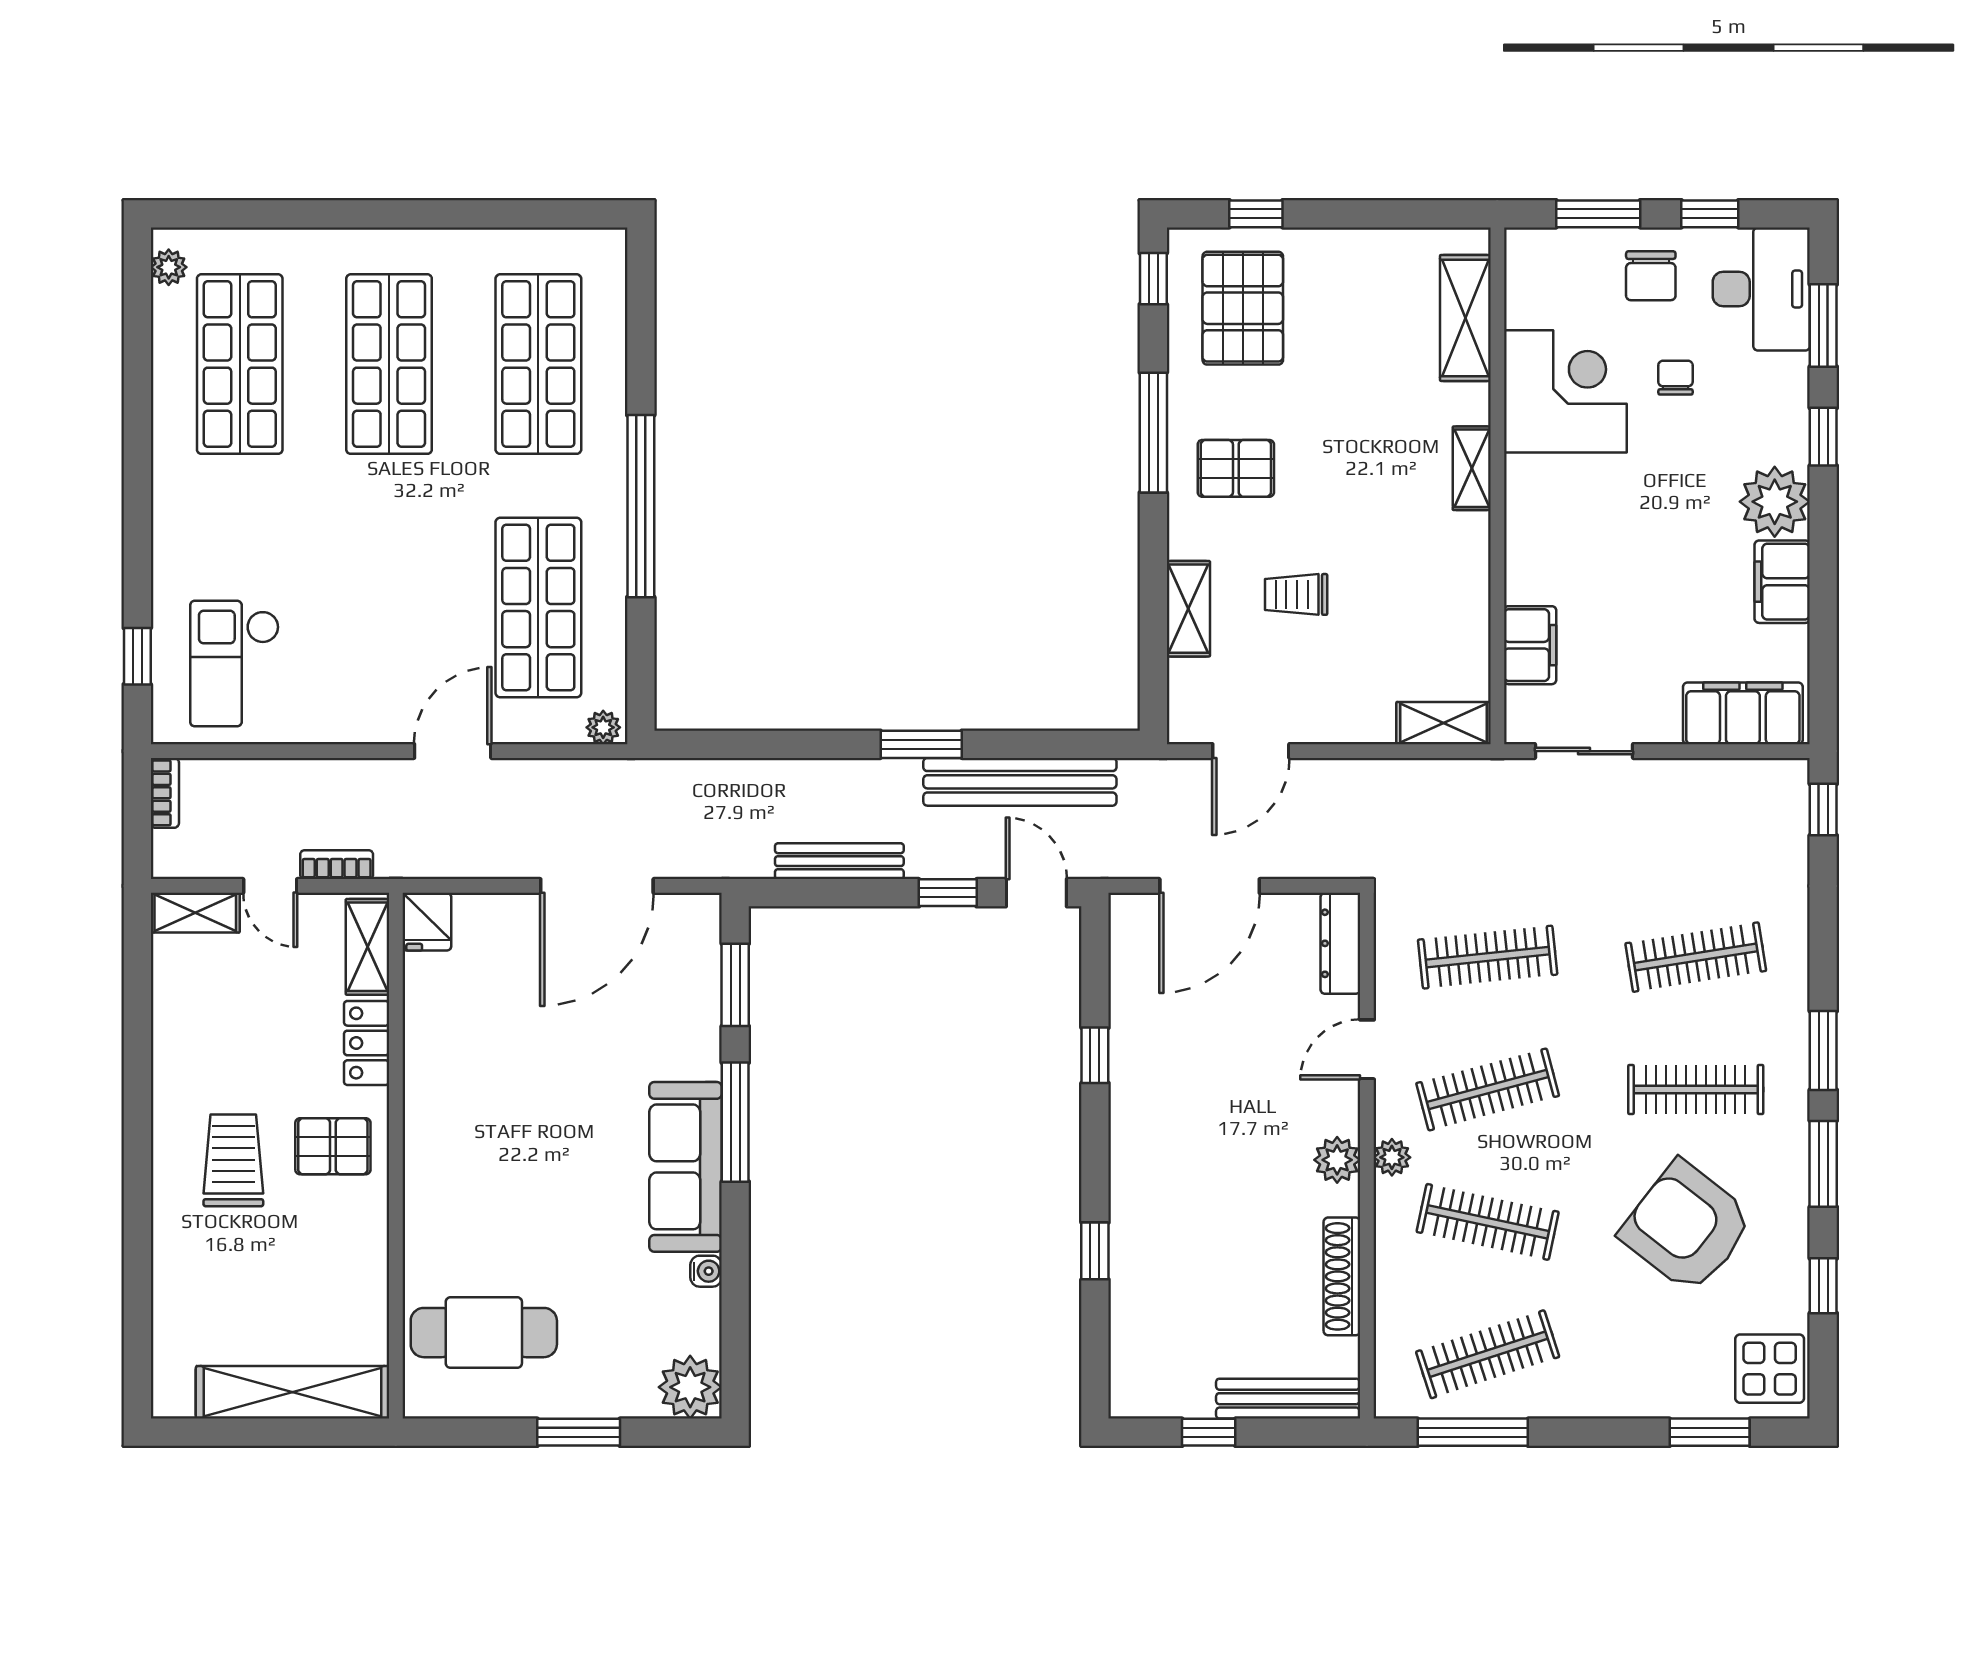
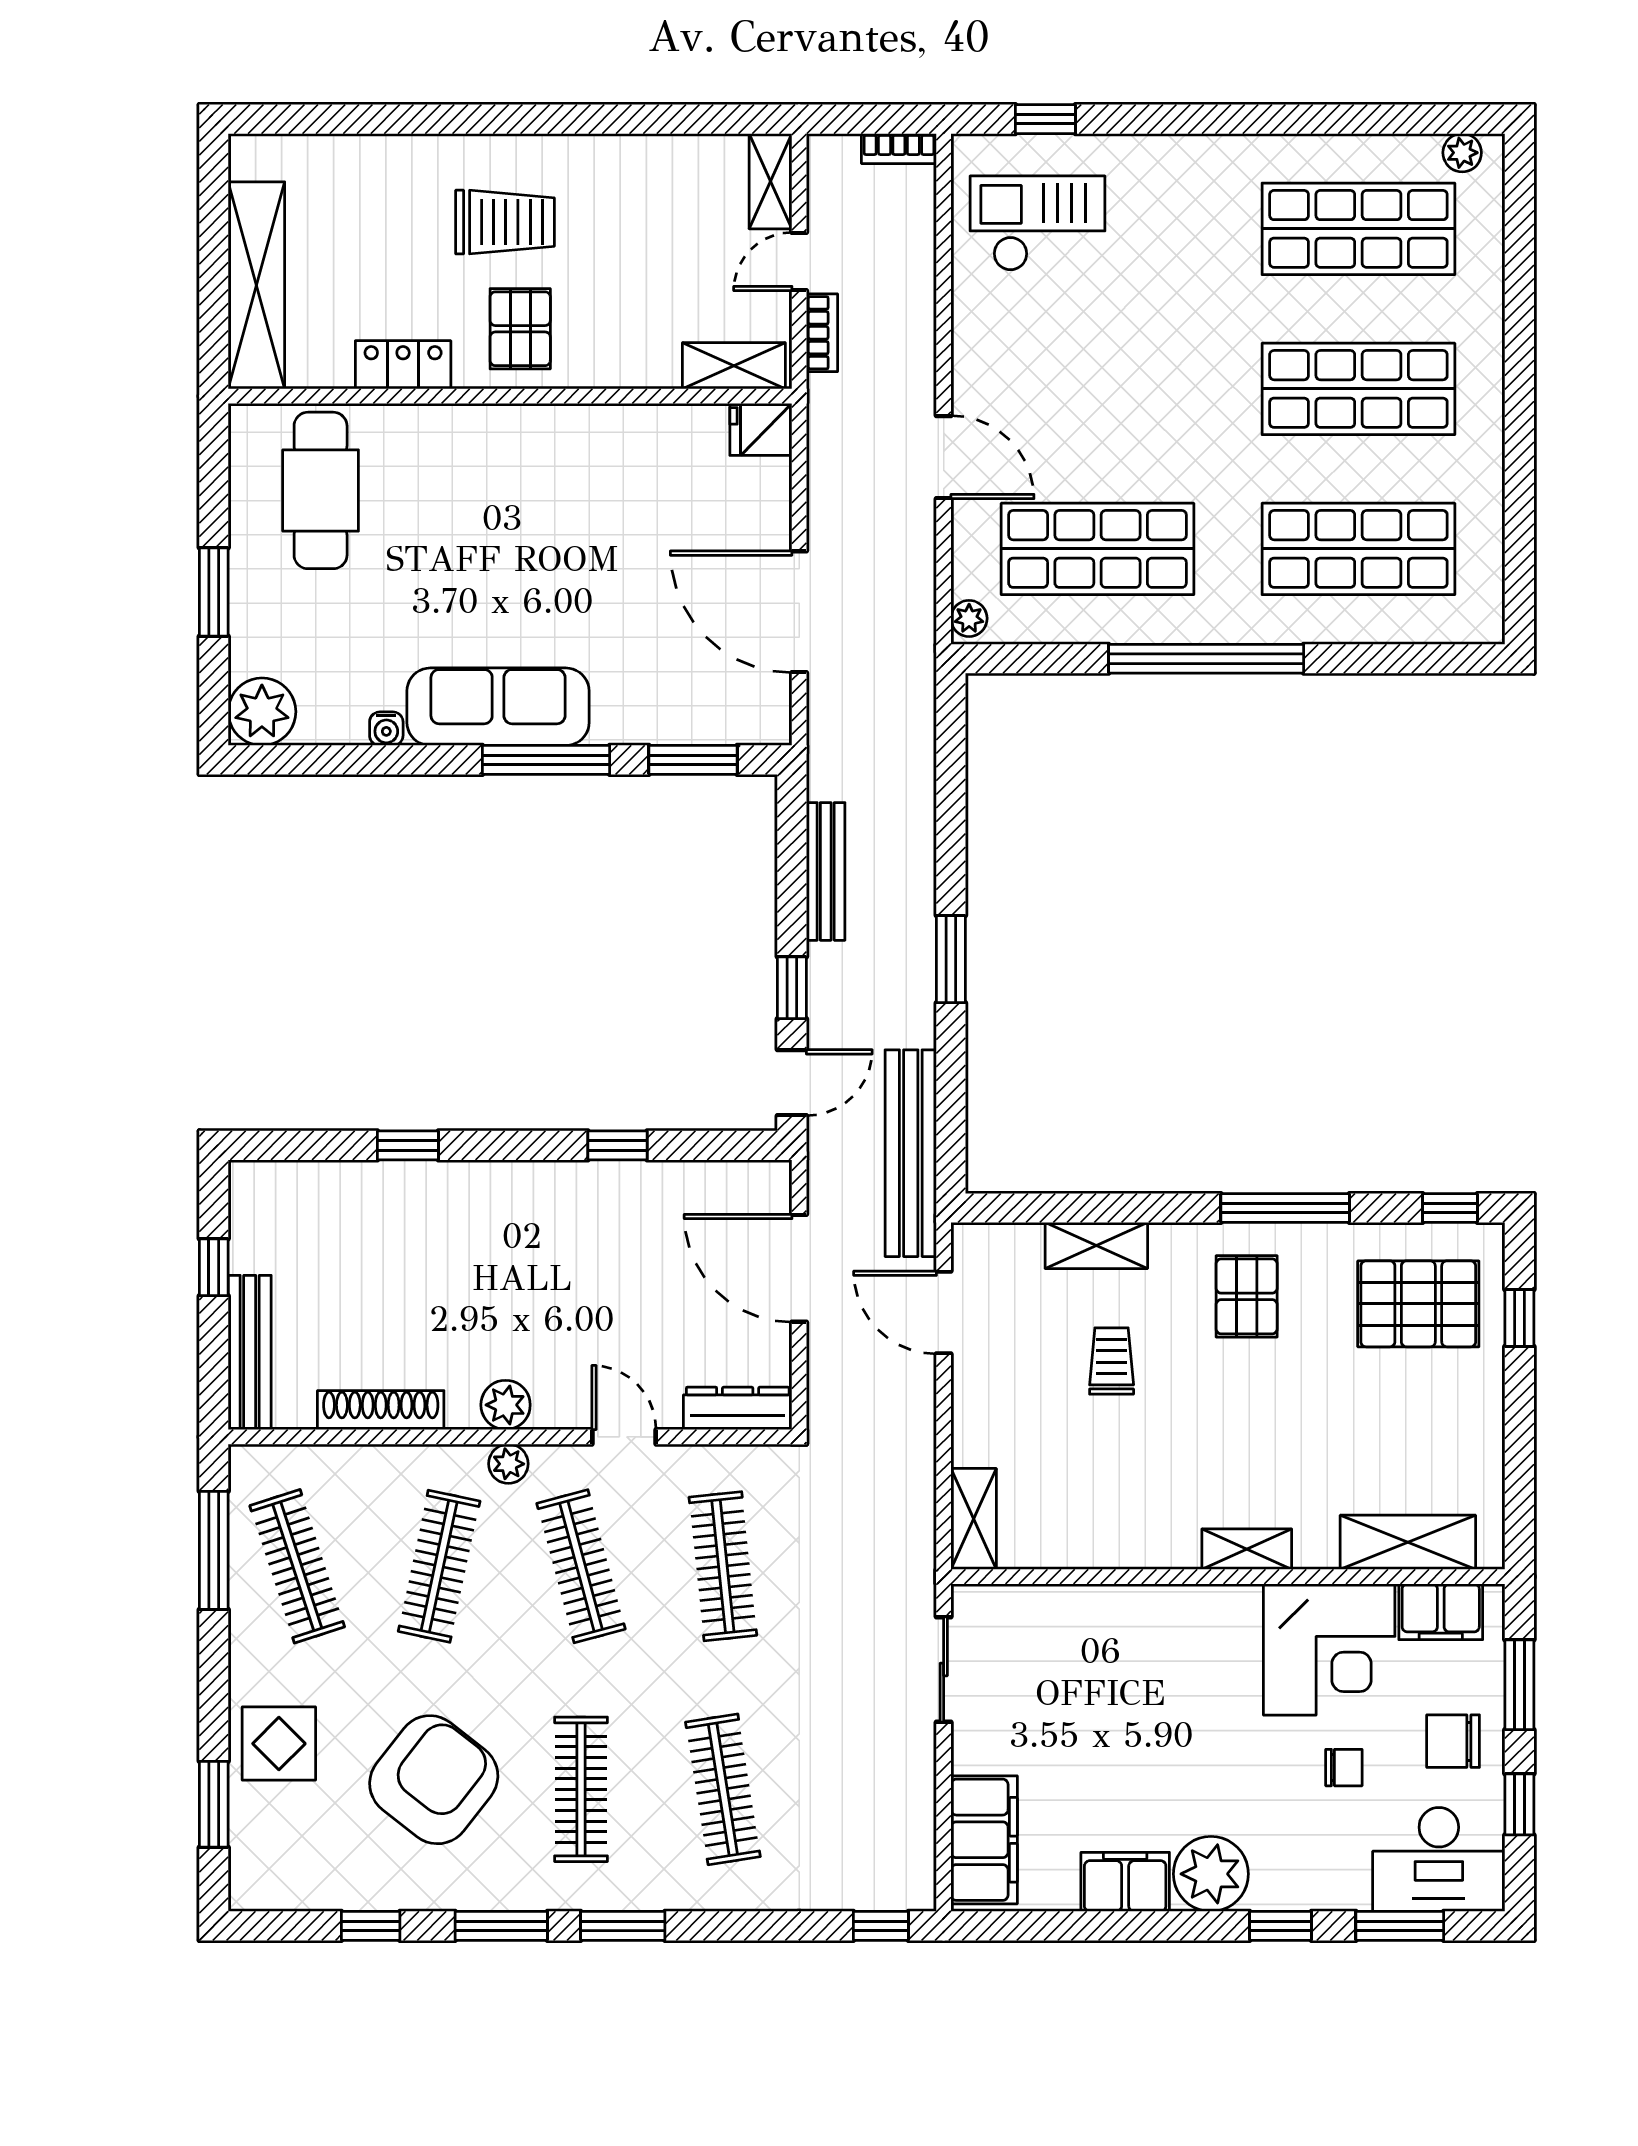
filing cabinet: (1530, 645) -> (1441, 1612), moved
bench: (1020, 782) -> (911, 1153), moved
locker: (367, 1043) -> (403, 365), moved
display table: (1770, 1369) -> (279, 1744), moved

